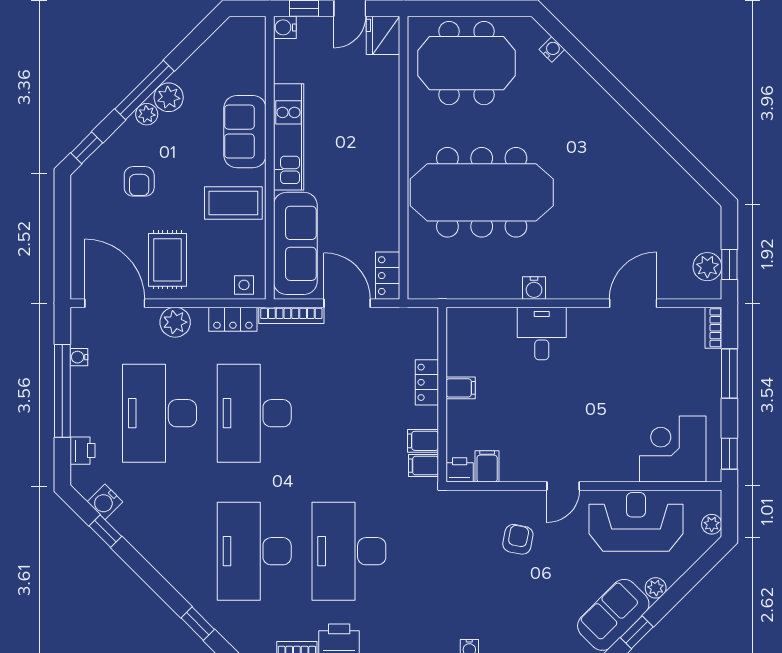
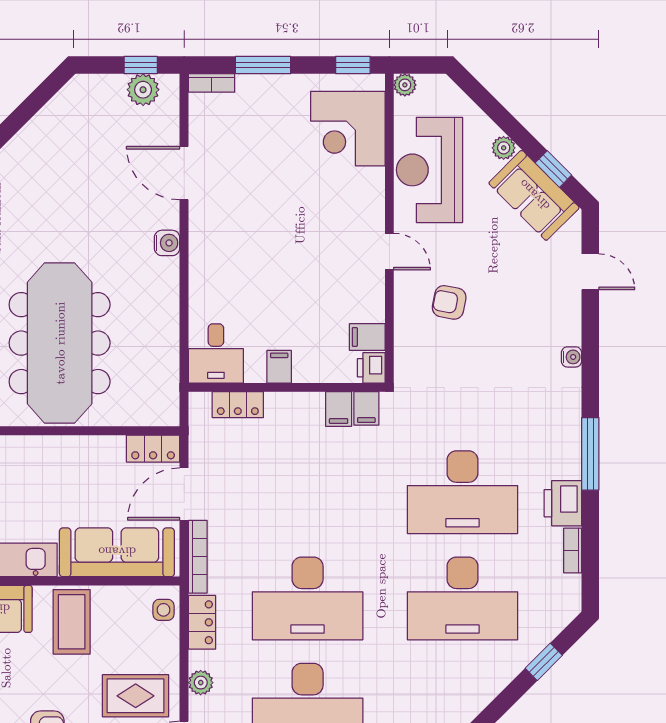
water cooler: (534, 288) -> (167, 243), moved
plant: (175, 322) -> (201, 683), width x0.73, depth x0.73
desk: (542, 333) -> (216, 353), moved, turned -90
locker: (427, 382) -> (238, 405), moved
plant: (712, 524) -> (405, 85), moved

